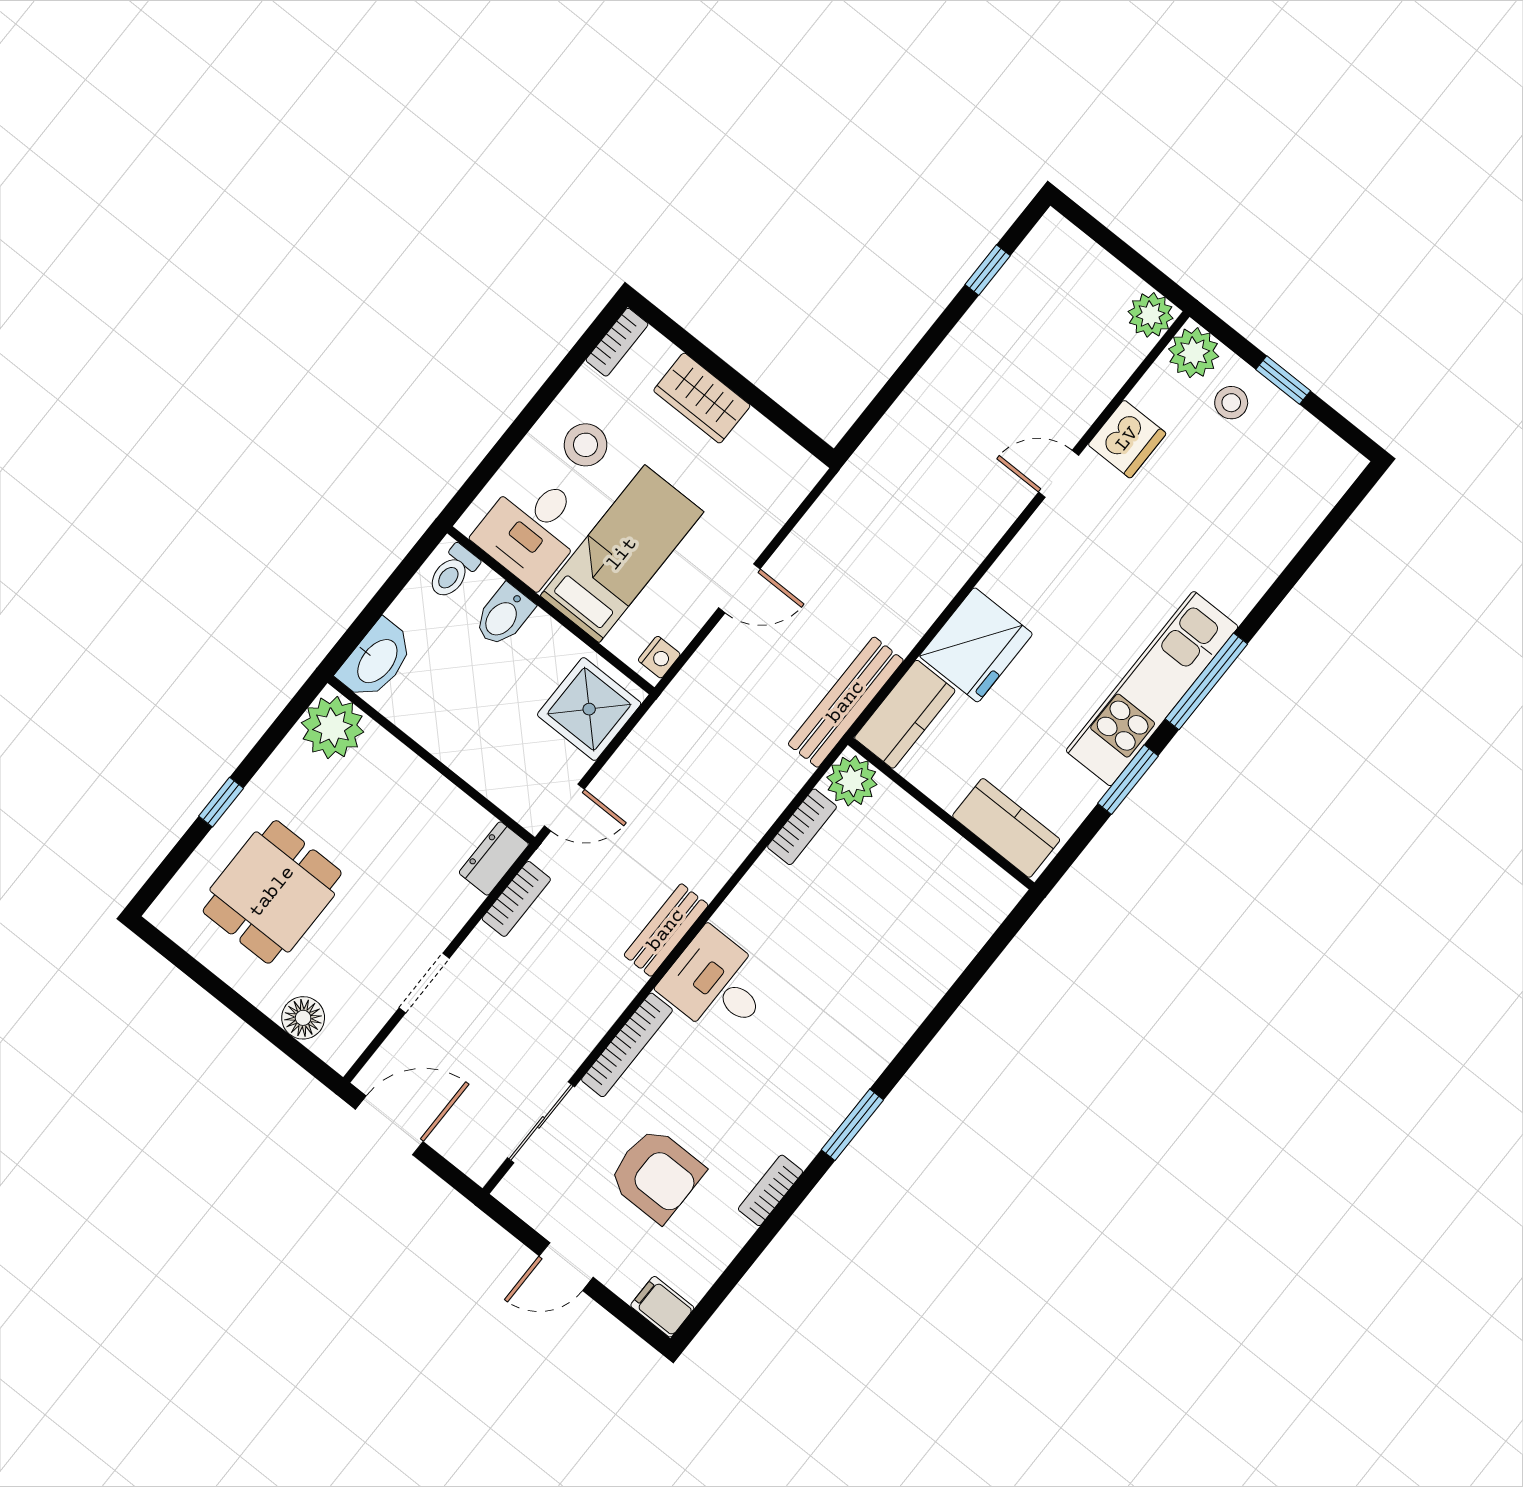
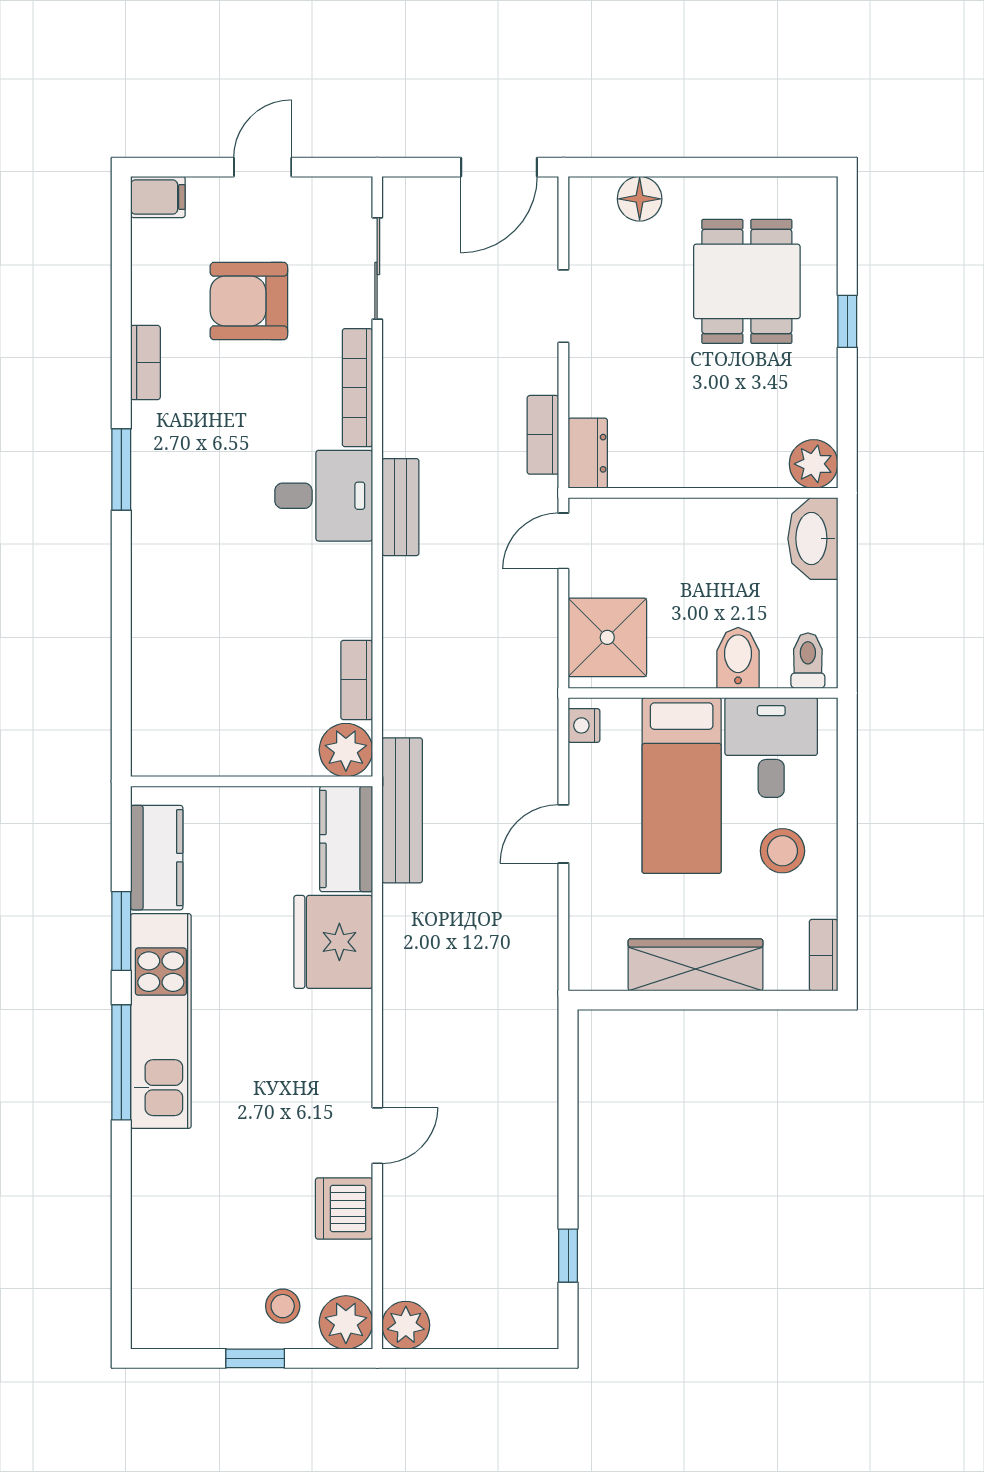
wardrobe: (702, 398) -> (695, 965), width x1.50
plant: (333, 727) -> (814, 464), width x0.73, depth x0.73
kitchen counter: (1006, 828) -> (157, 858), moved, turned -90

